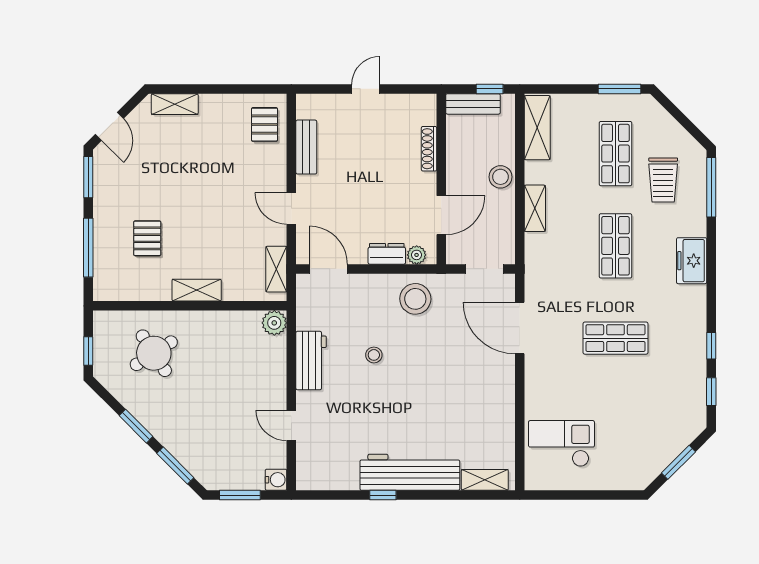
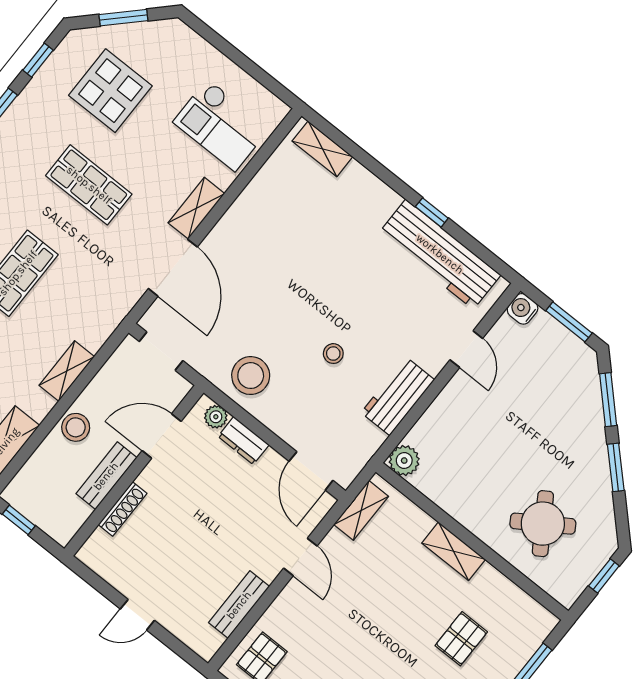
bench: (473, 104) -> (106, 476), moved, turned 90
shelving: (535, 378) -> (196, 208), added
display table: (650, 409) -> (110, 91), added
workbench: (410, 472) -> (440, 254), moved

